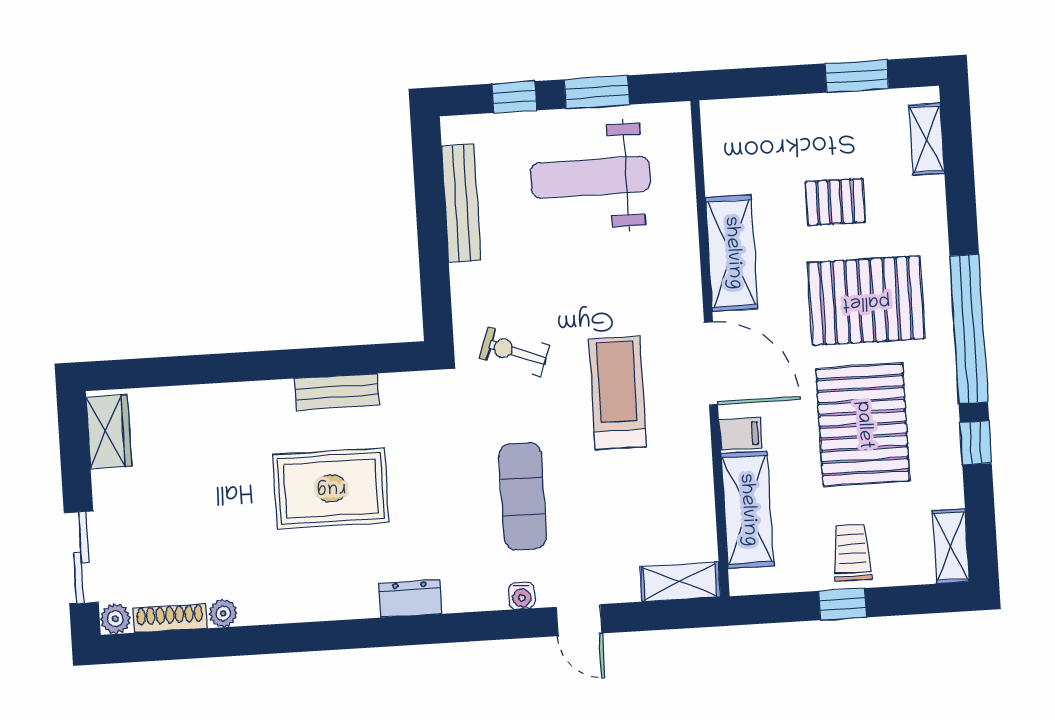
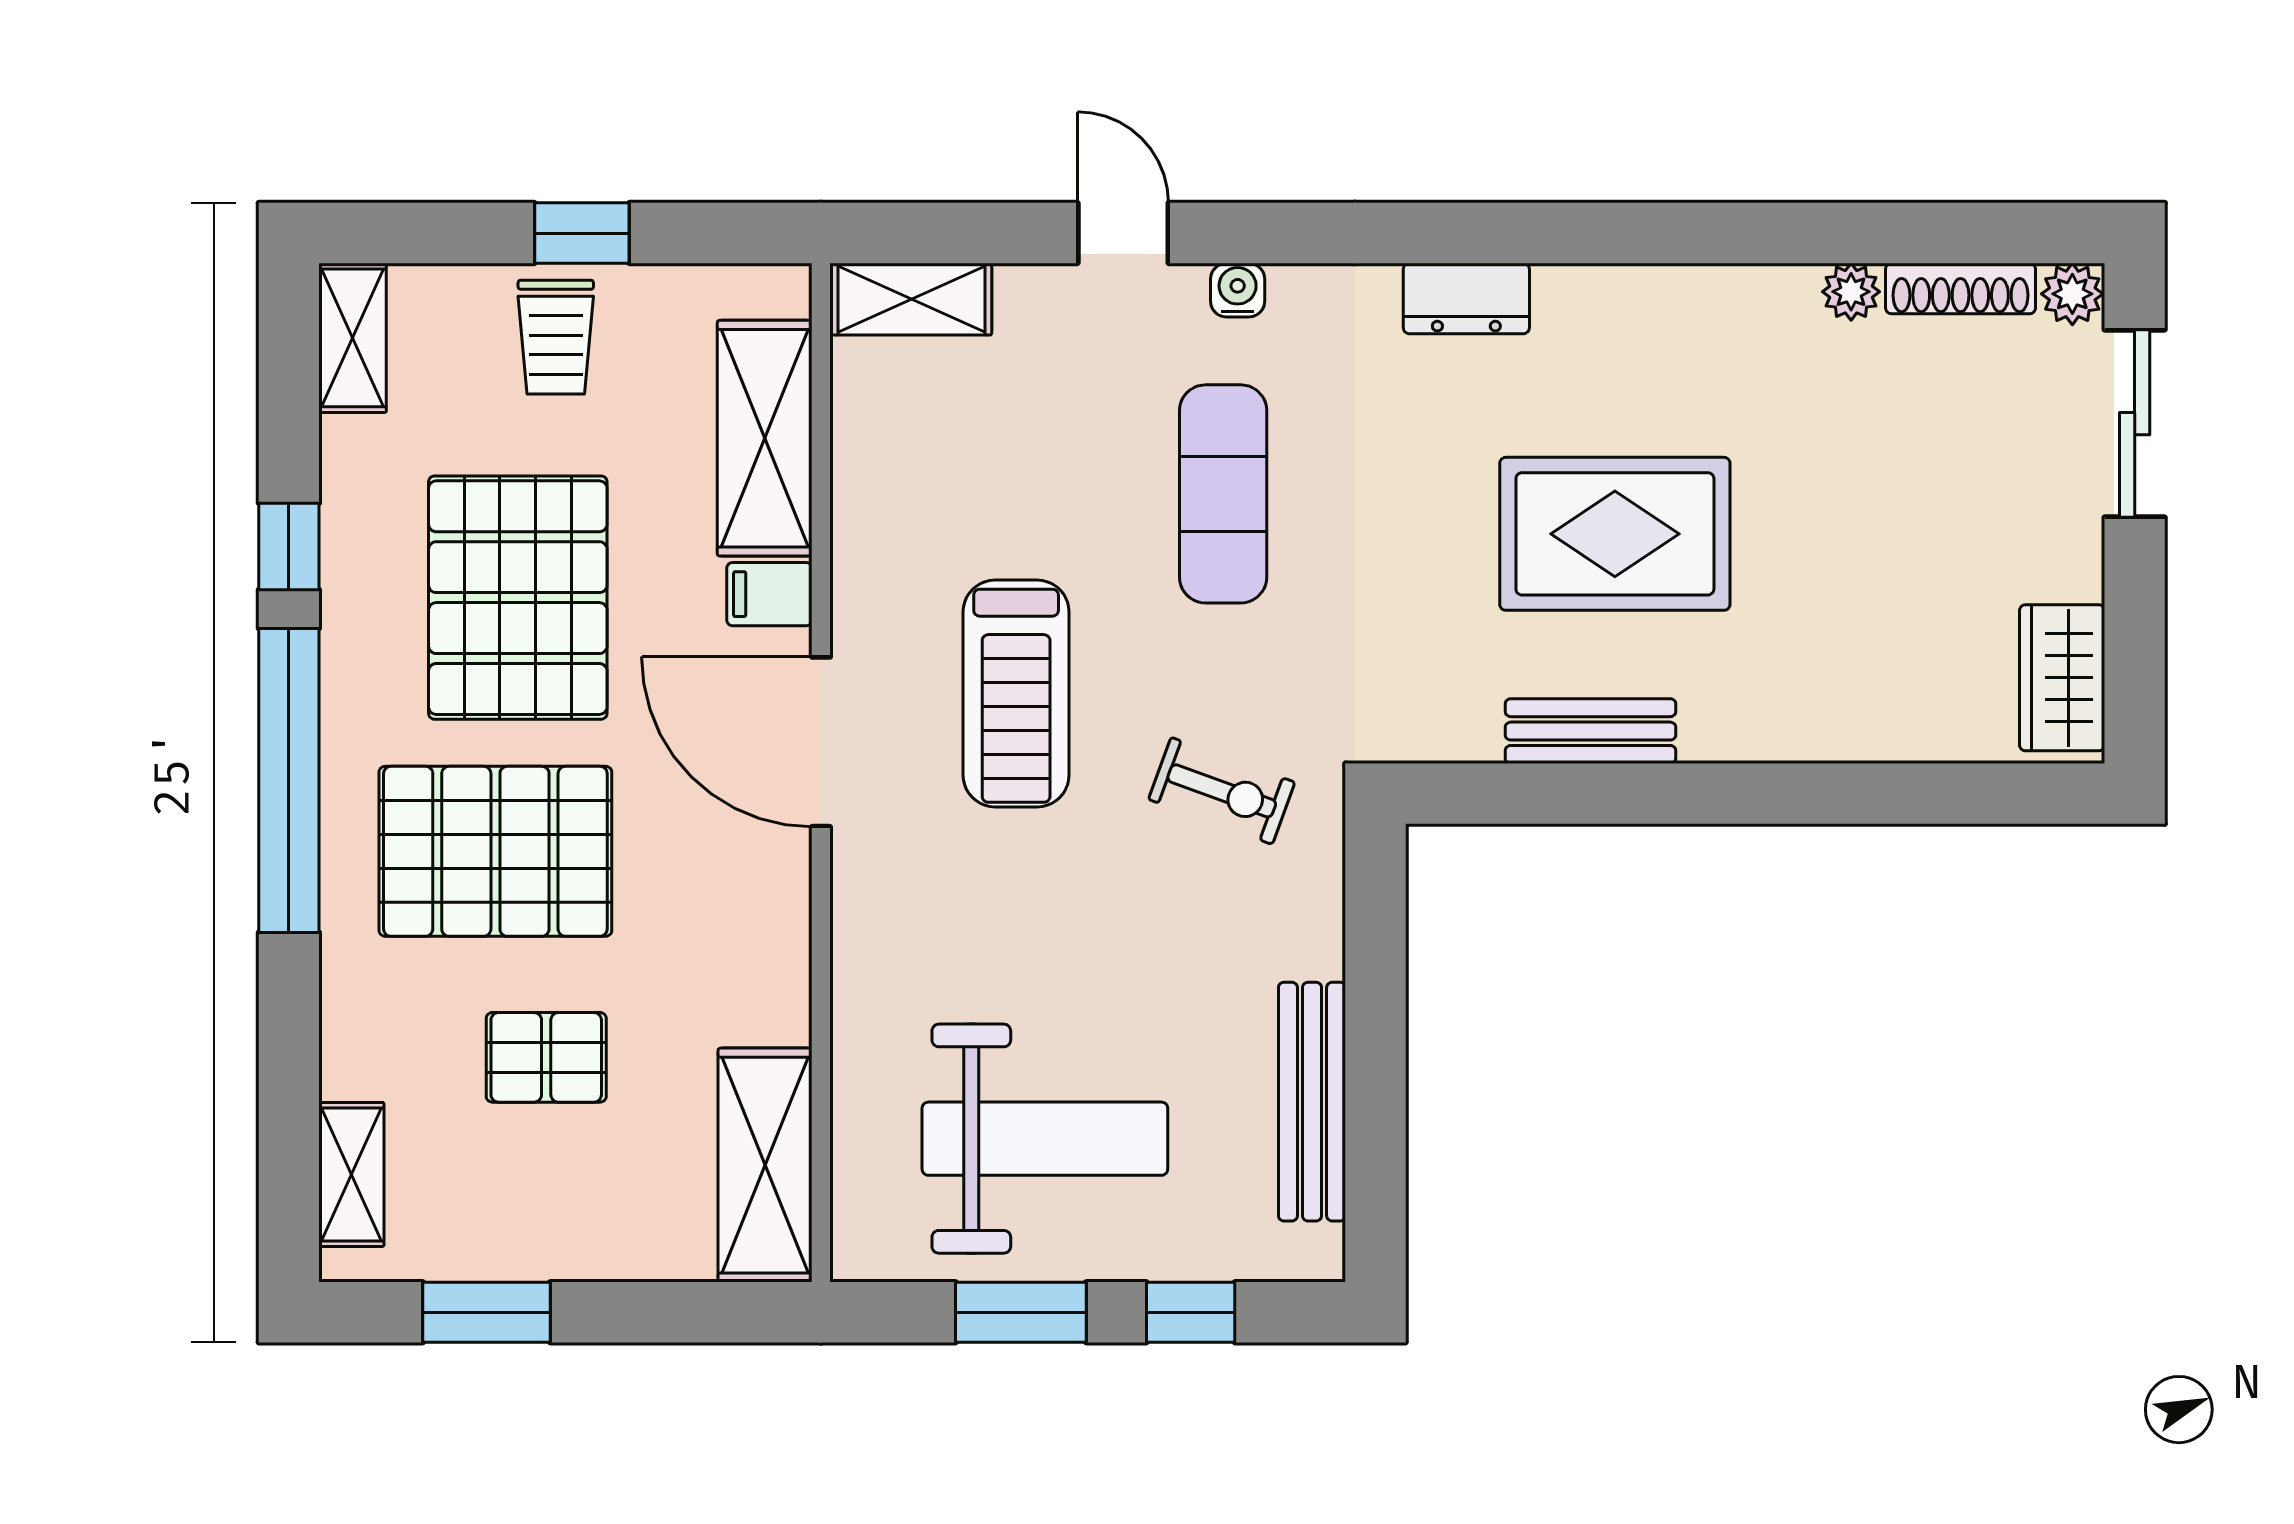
shelving: (732, 253) -> (765, 1165), moved

